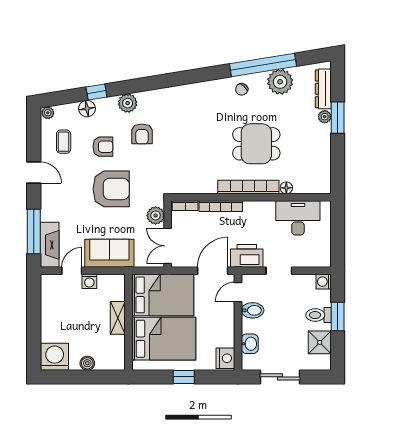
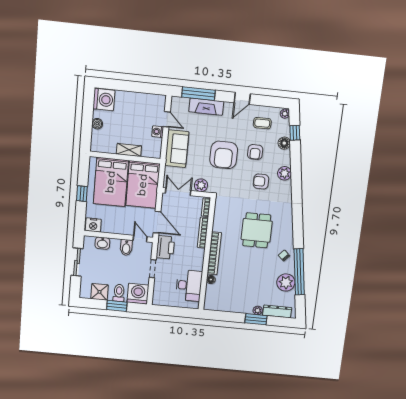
window: (96, 92) -> (295, 133), moved
dining table: (256, 144) -> (257, 230), moved
fireplace: (50, 245) -> (206, 107), moved
washing machine: (324, 282) -> (138, 294), width x1.89, depth x1.89

